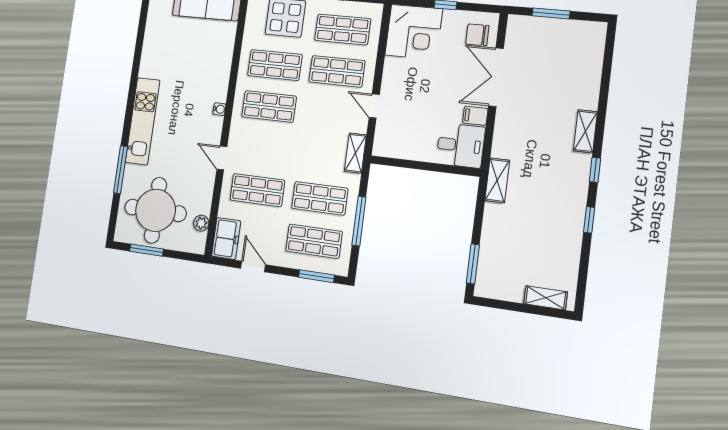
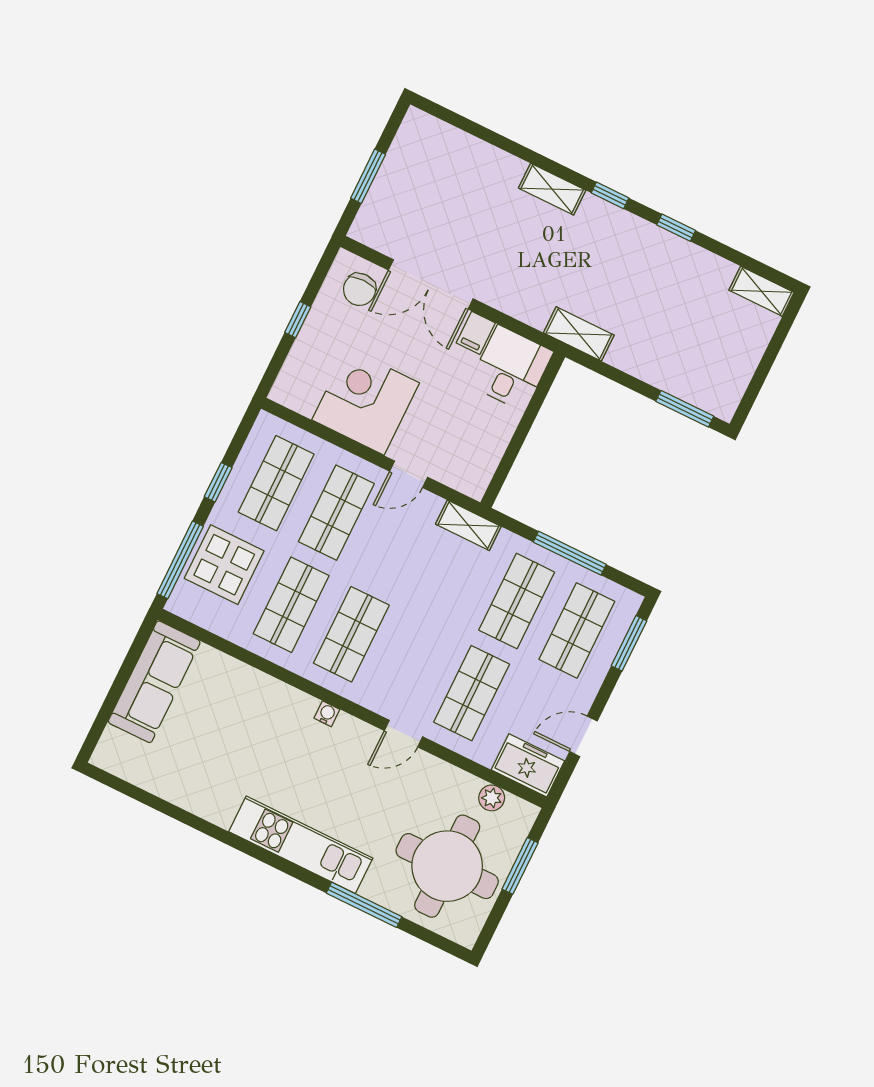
corner desk: (414, 32) -> (366, 401), moved, turned -90
window: (147, 250) -> (520, 866), moved
shelving: (546, 298) -> (762, 291), moved, turned 90

